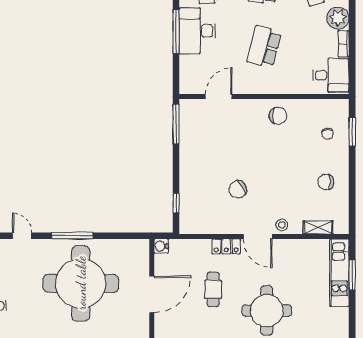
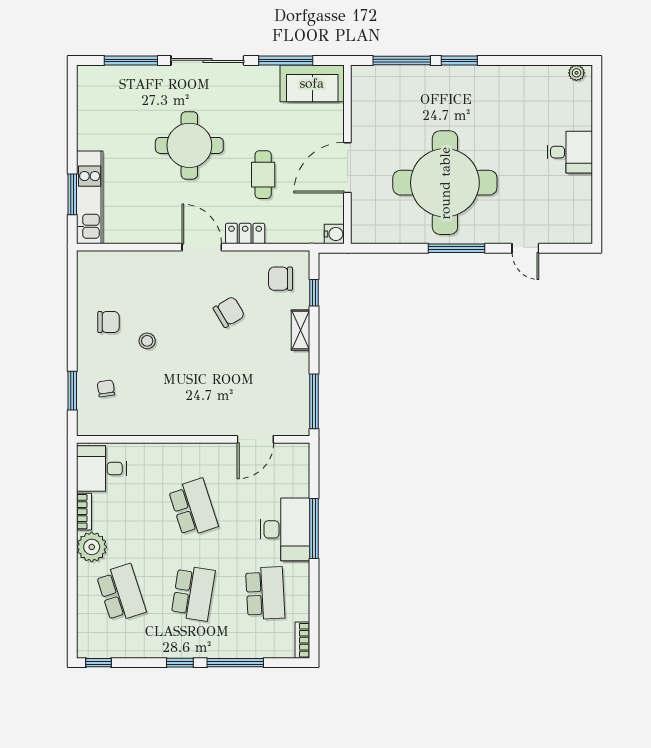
school desk: (264, 47) -> (193, 508), turned -33
chair: (278, 116) -> (281, 279), moved
stool: (282, 225) -> (147, 341), moved
shelving: (318, 227) -> (301, 330), moved, turned 90

